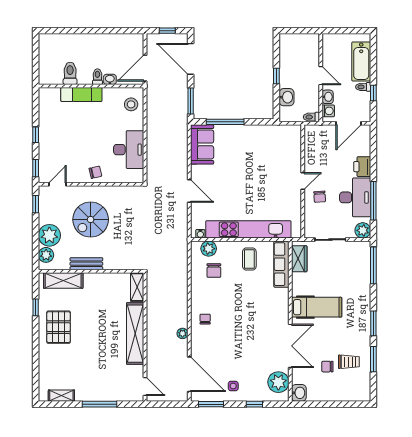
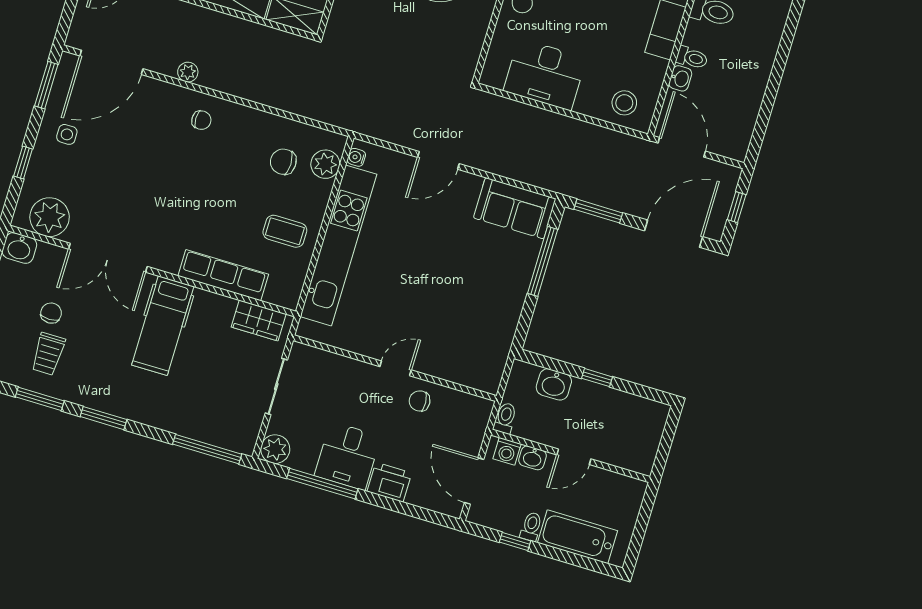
door: (303, 181) -> (396, 368), swing flipped
chair: (320, 197) -> (420, 401), moved
desk: (355, 197) -> (348, 456), width x0.73
row of seats: (281, 264) -> (223, 275), moved

